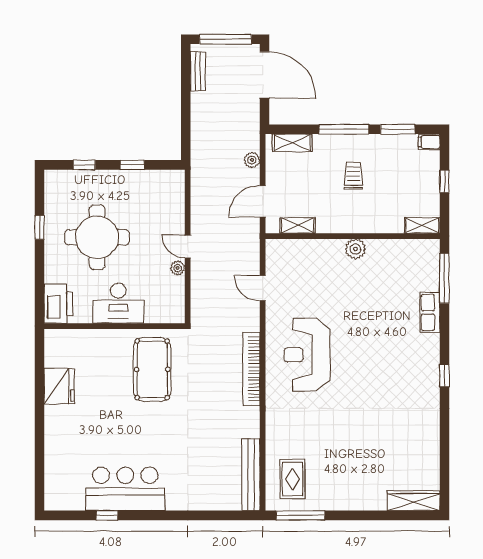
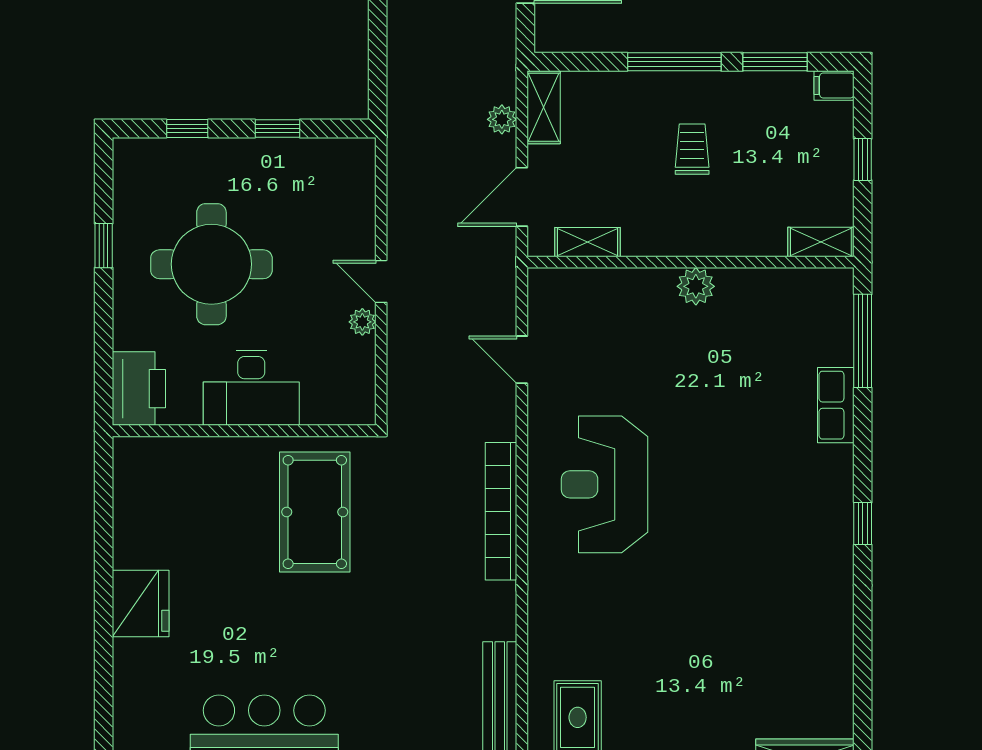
shelving: (292, 143) -> (544, 107), moved, turned 90
fridge: (59, 386) -> (141, 604), moved

